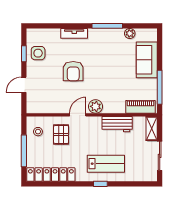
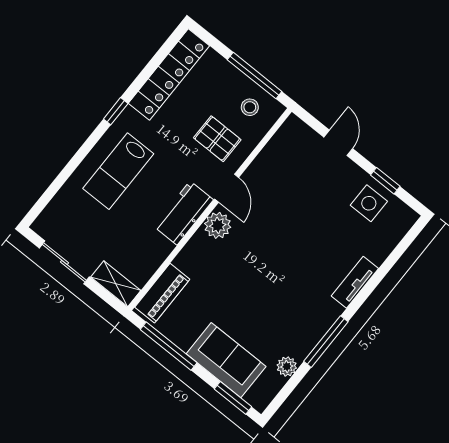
window: (160, 45) -> (233, 398), added
armchair: (73, 71) -> (299, 235), removed
workbench: (117, 124) -> (184, 213), moved
window: (24, 151) -> (255, 76), moved
window: (100, 184) -> (116, 111), moved

